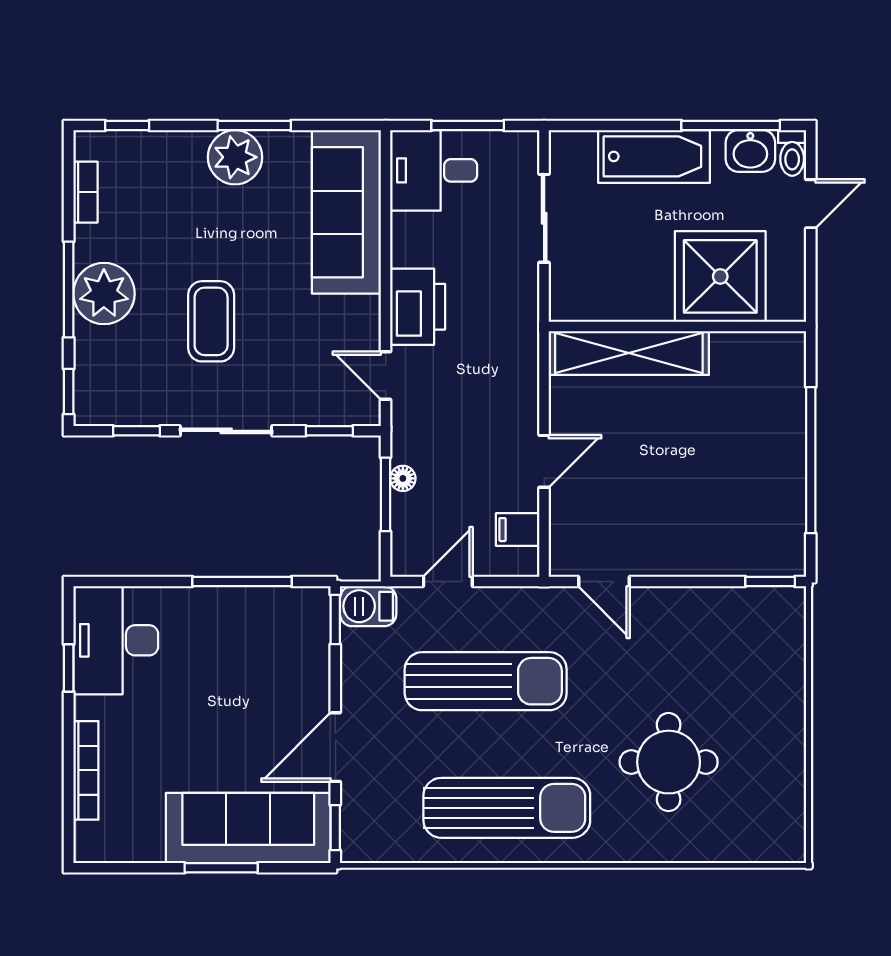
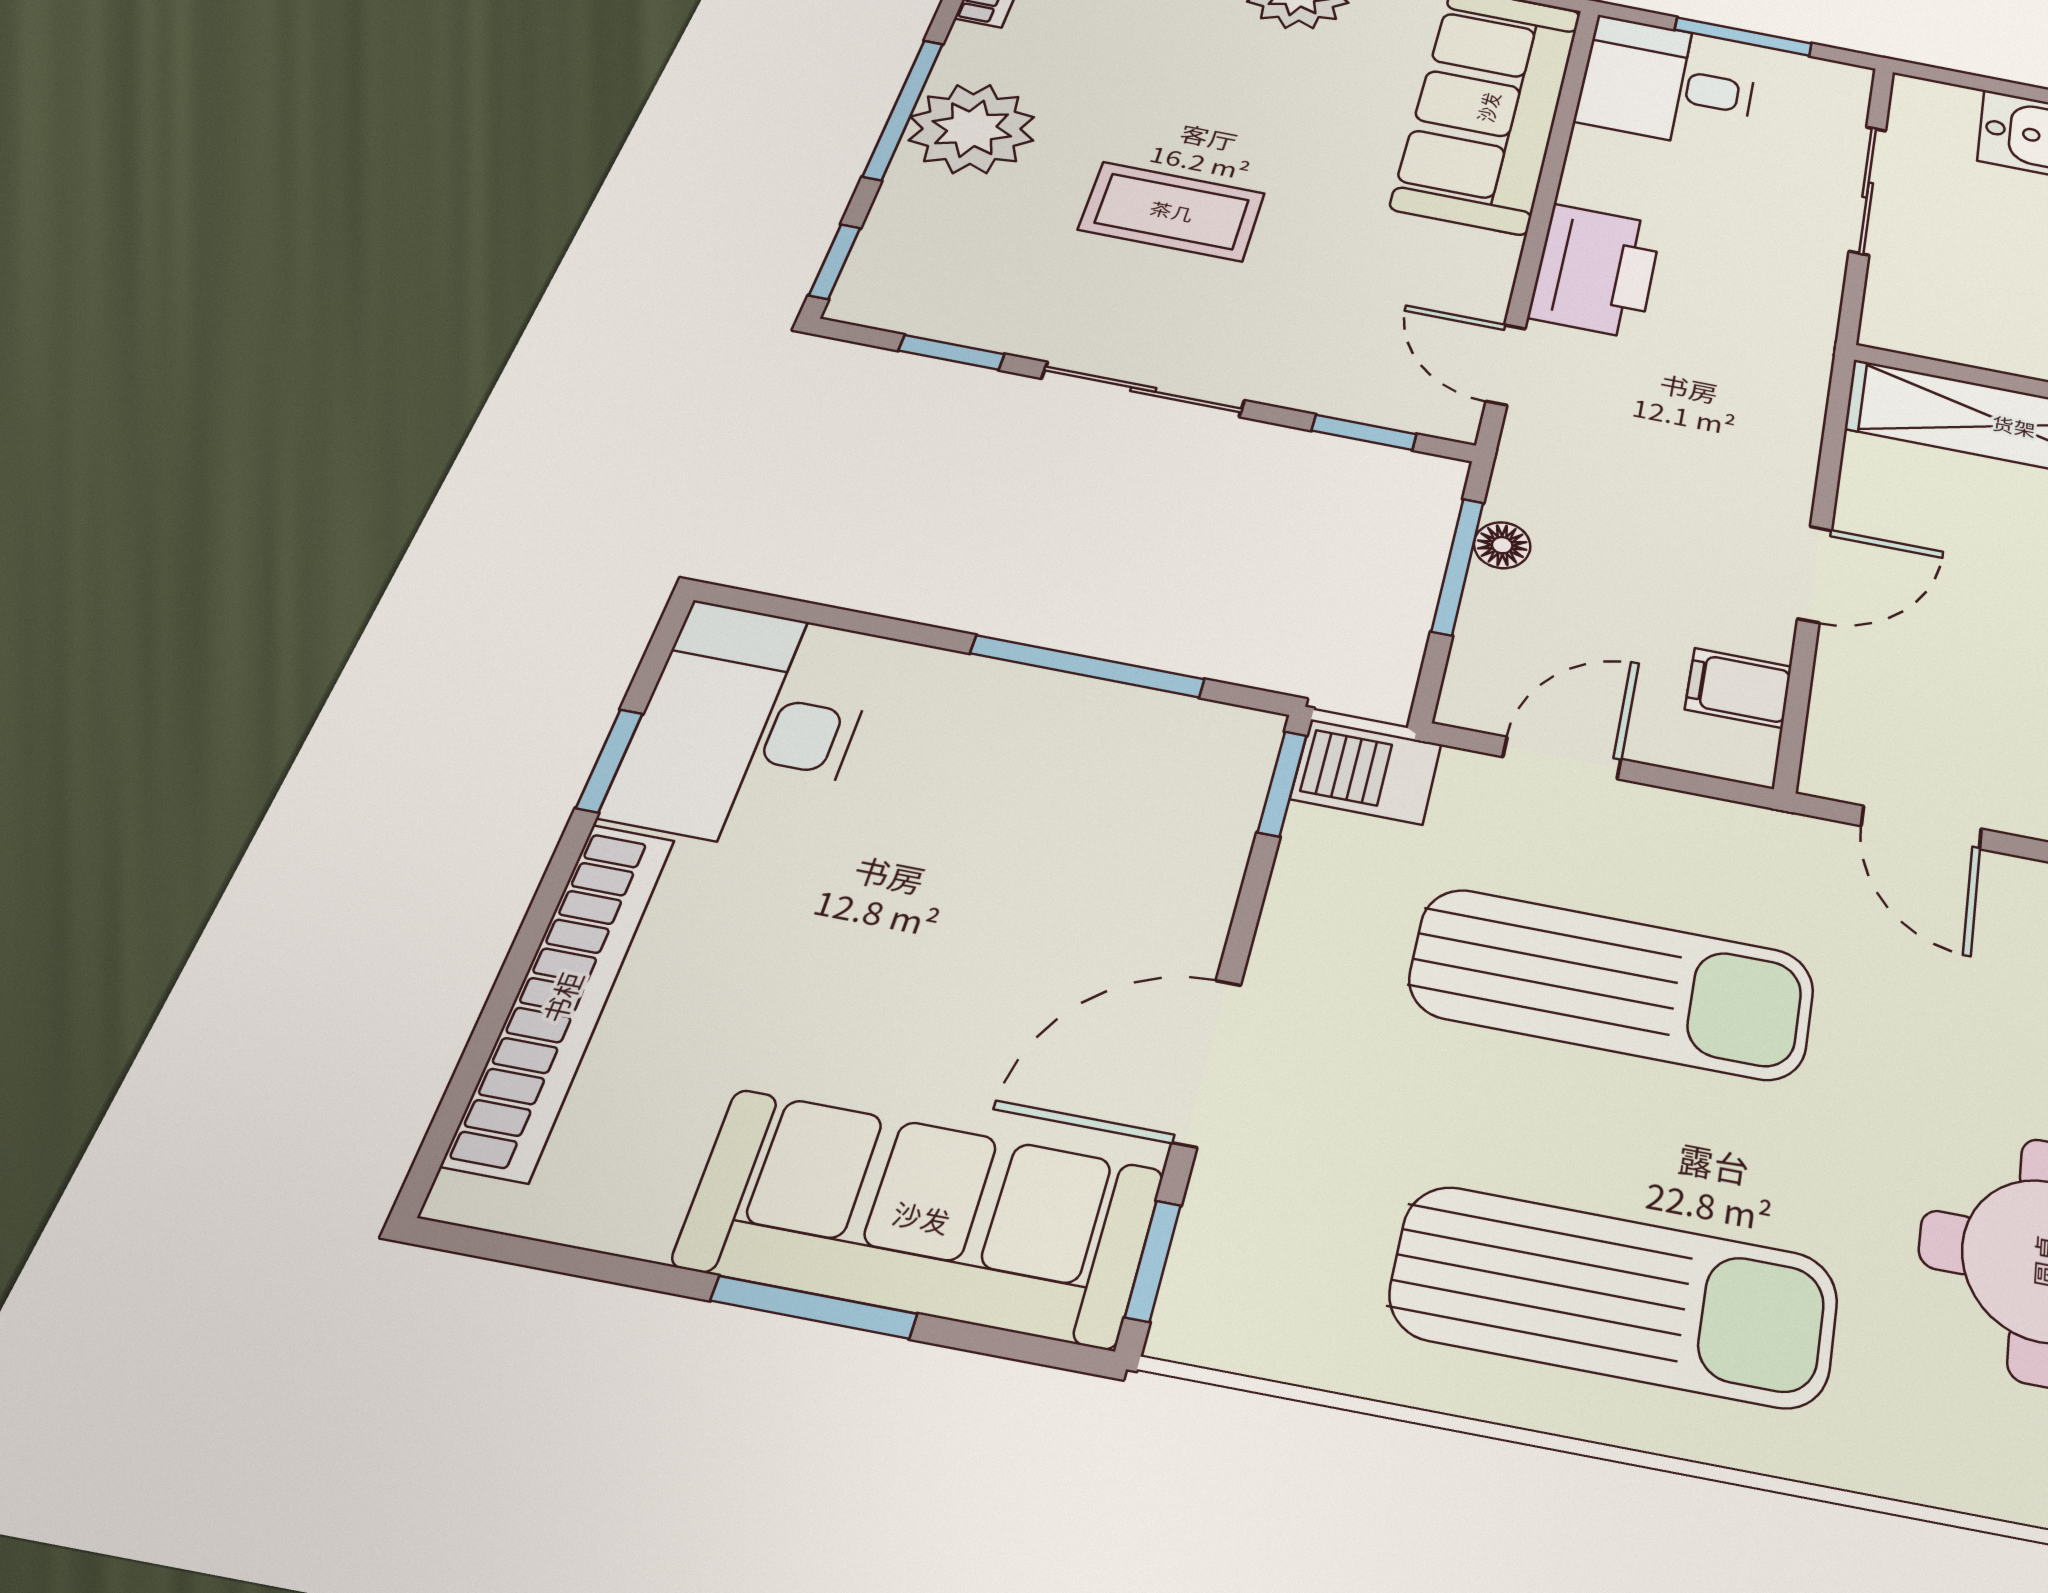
coffee table: (211, 321) -> (1172, 211), turned 90
bookcase: (86, 770) -> (562, 997), width x1.48, depth x1.31

